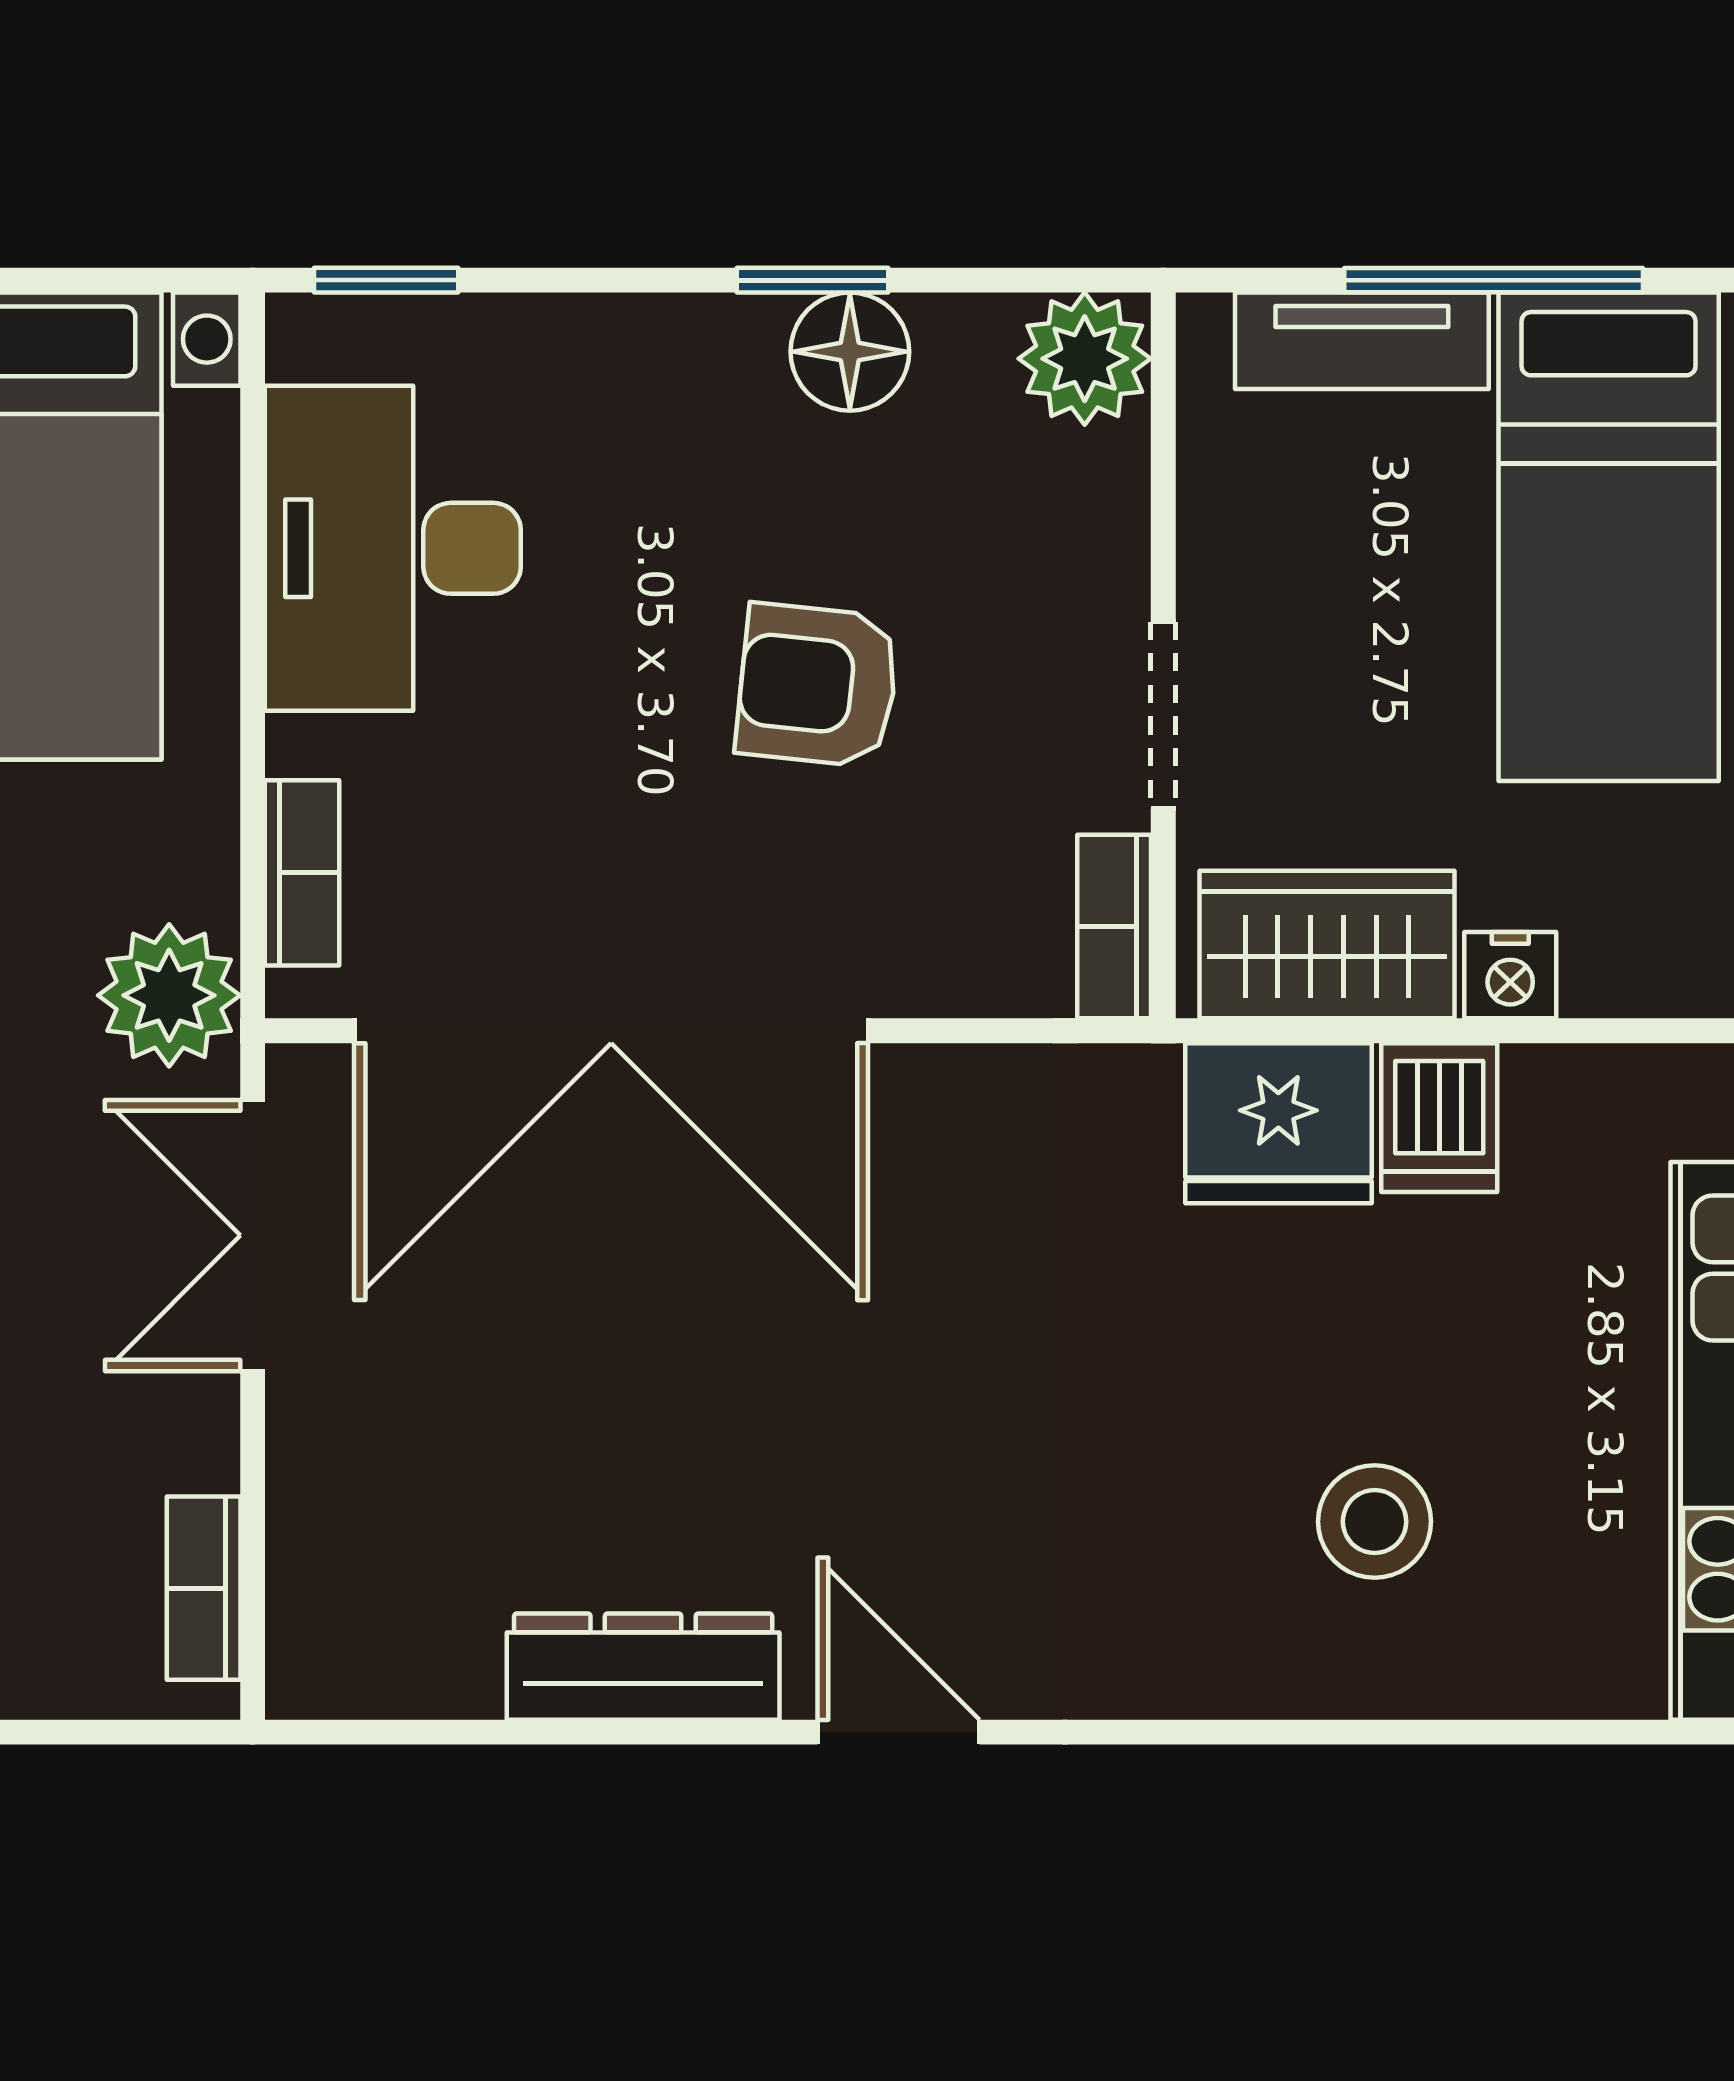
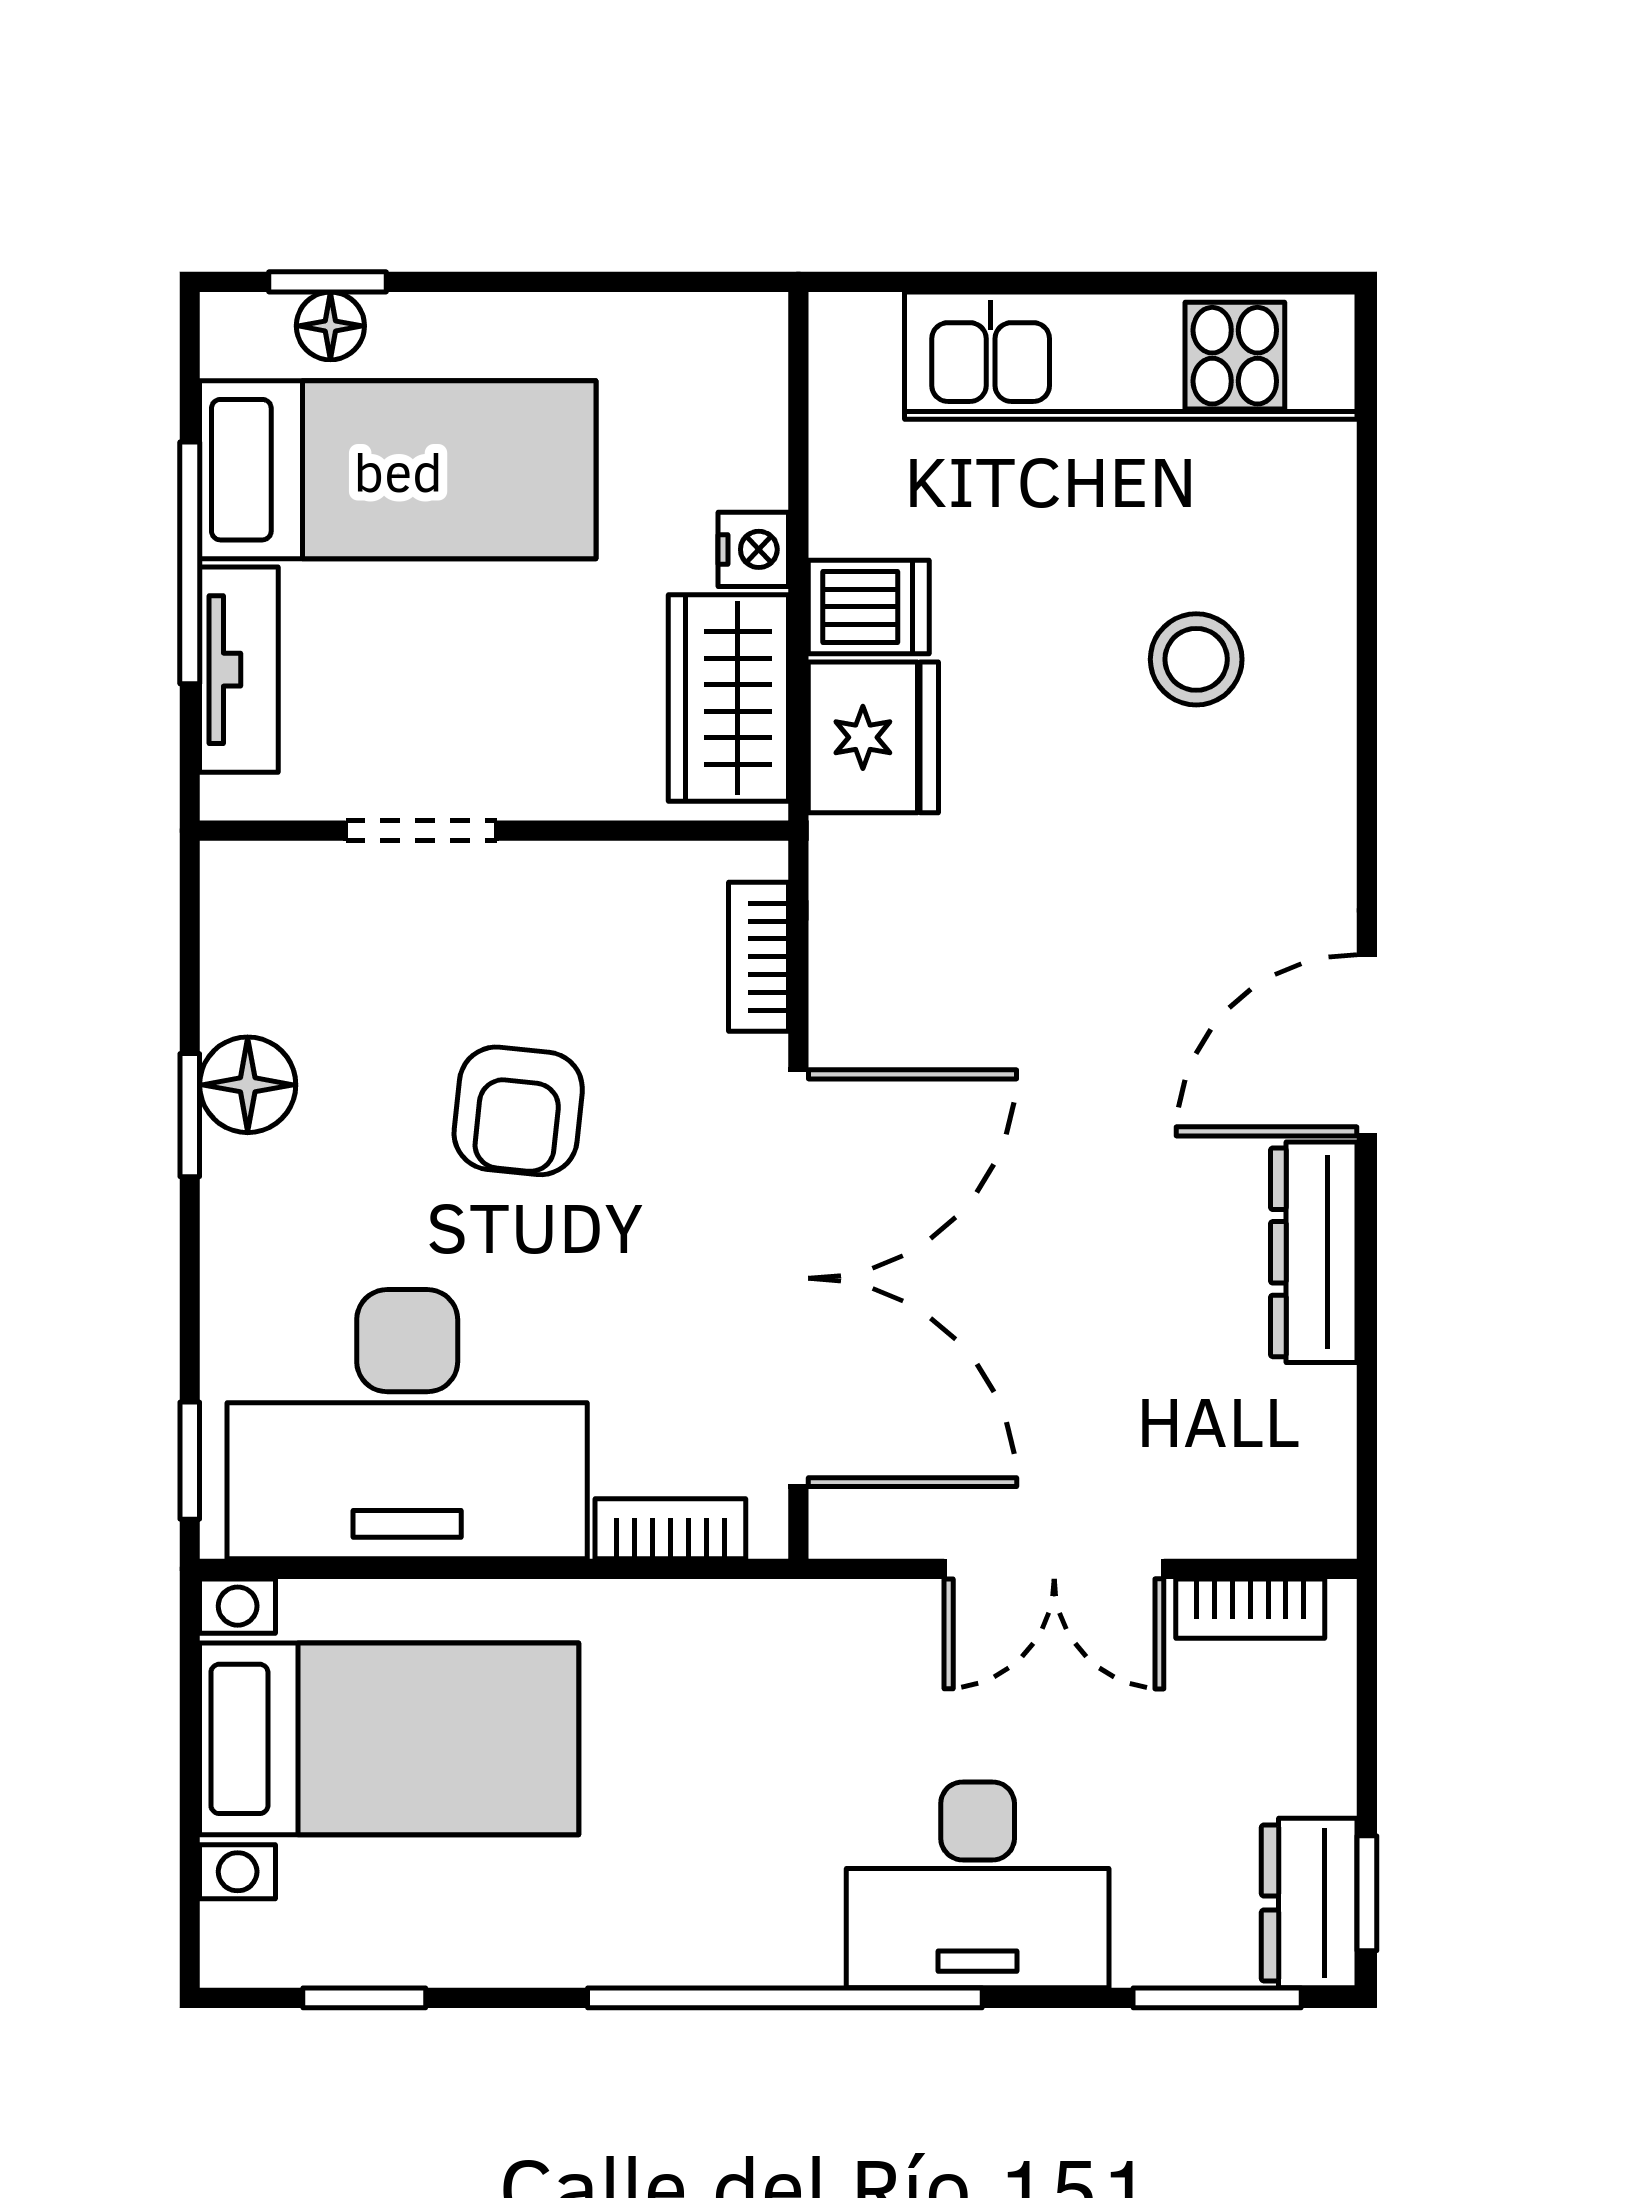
plant: (1085, 359) -> (253, 894), removed
desk: (393, 548) -> (407, 1424), width x1.36, depth x1.30
doorway: (1163, 715) -> (421, 831), moved
bookcase: (1114, 926) -> (758, 957), moved, turned 90
plant: (169, 995) -> (770, 1637), removed
double door: (253, 1235) -> (1054, 1569), moved
door: (898, 1732) -> (1367, 1045), width x1.38

